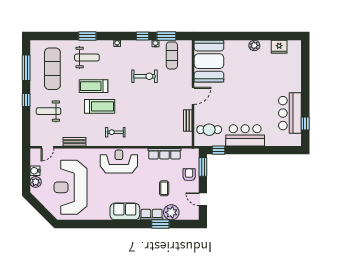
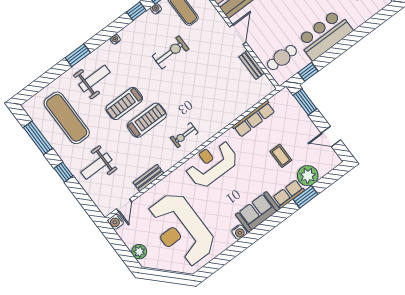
water cooler: (35, 171) -> (116, 222), moved
armchair: (189, 175) -> (297, 122), removed
water cooler: (105, 215) -> (239, 232), added

